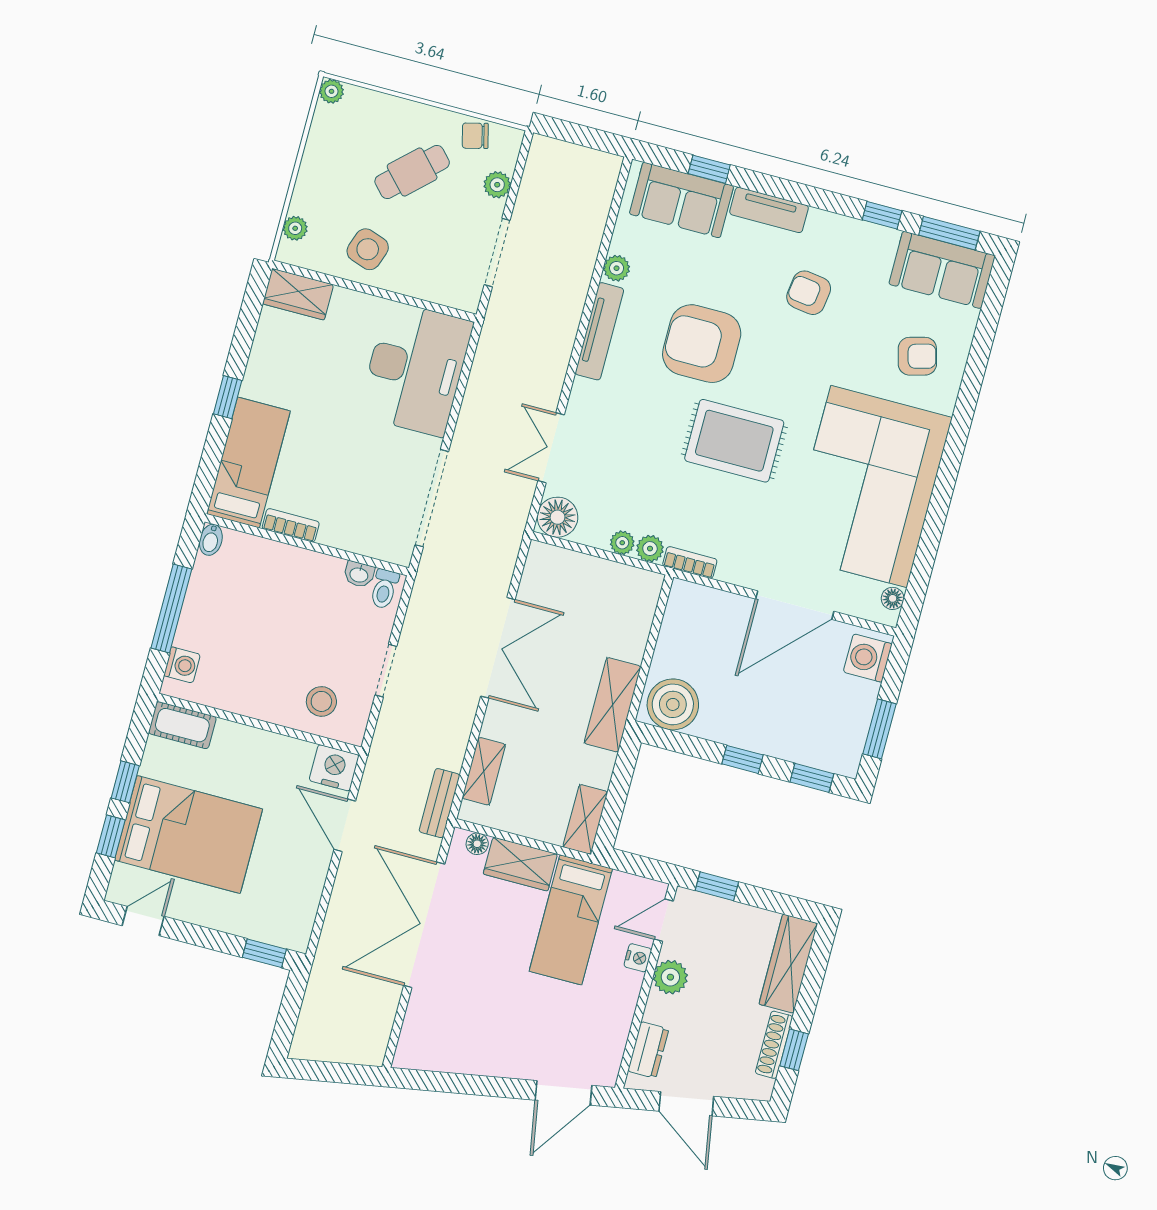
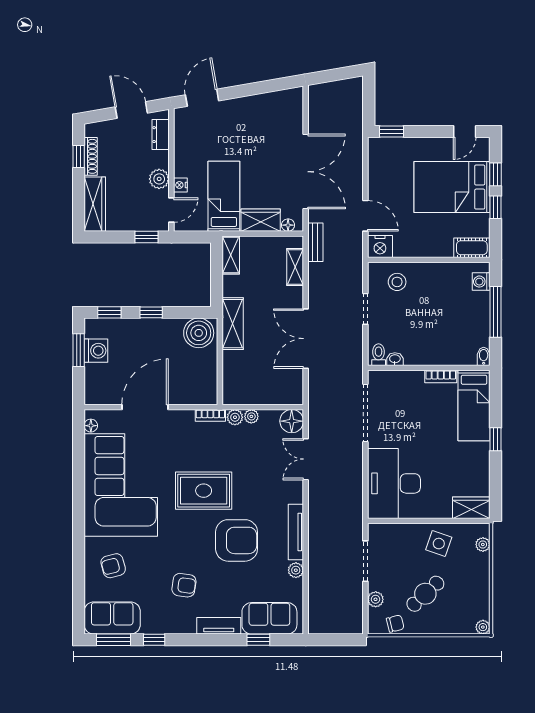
double door: (551, 448) -> (306, 459), swing flipped
washing machine: (868, 658) -> (96, 351), moved

